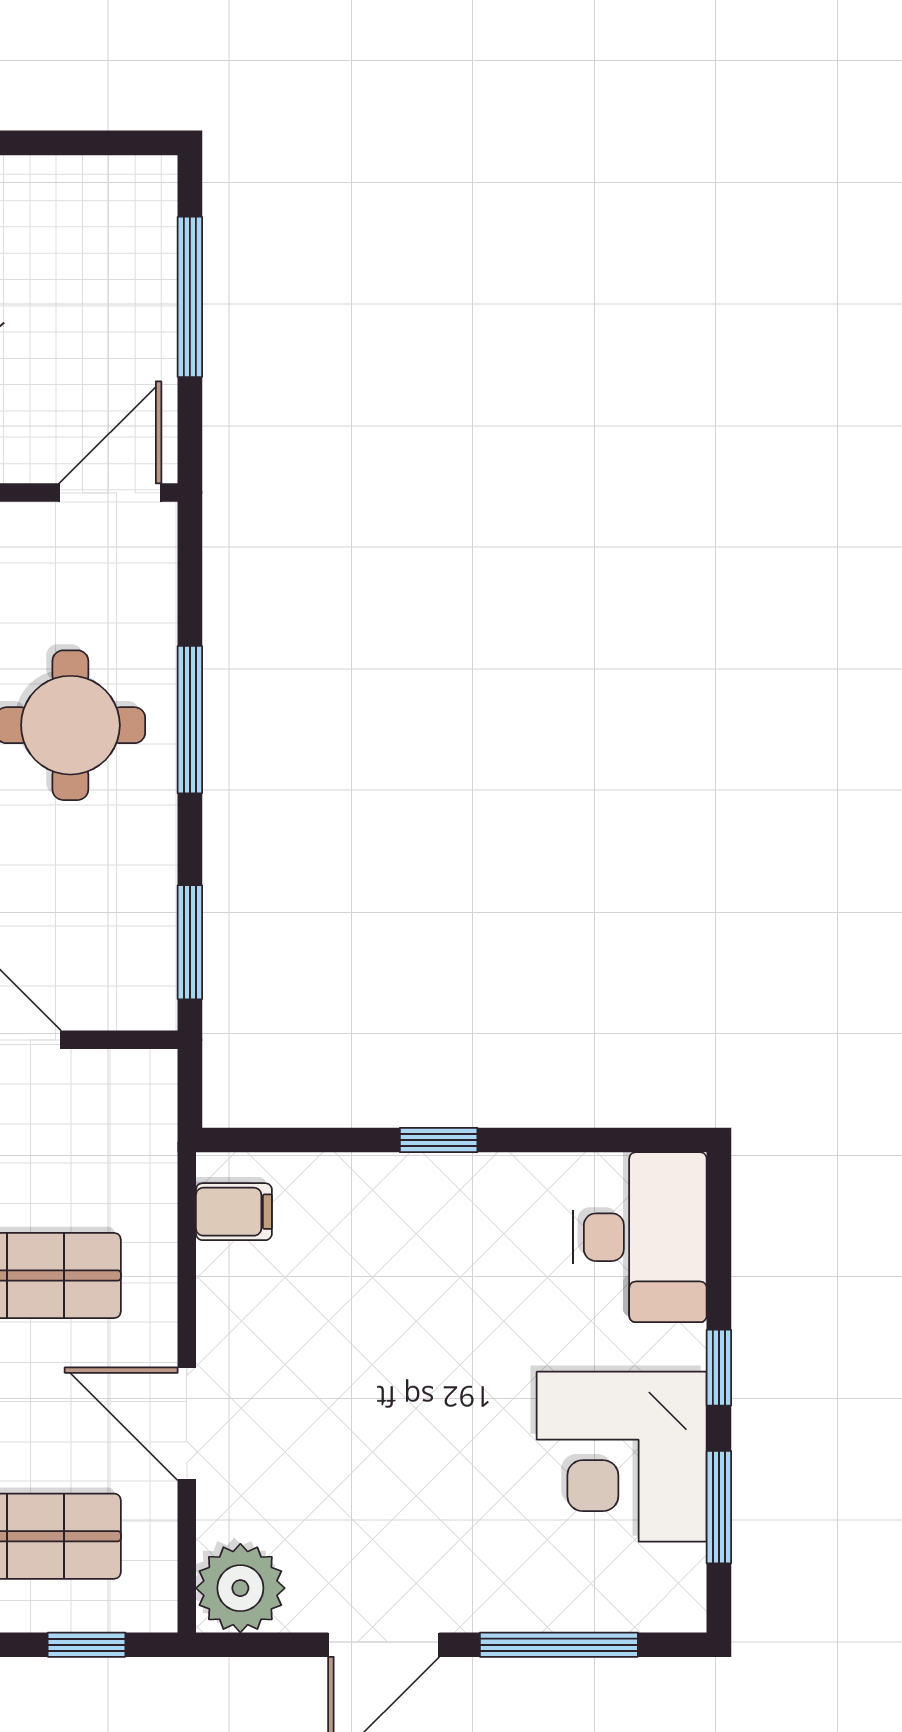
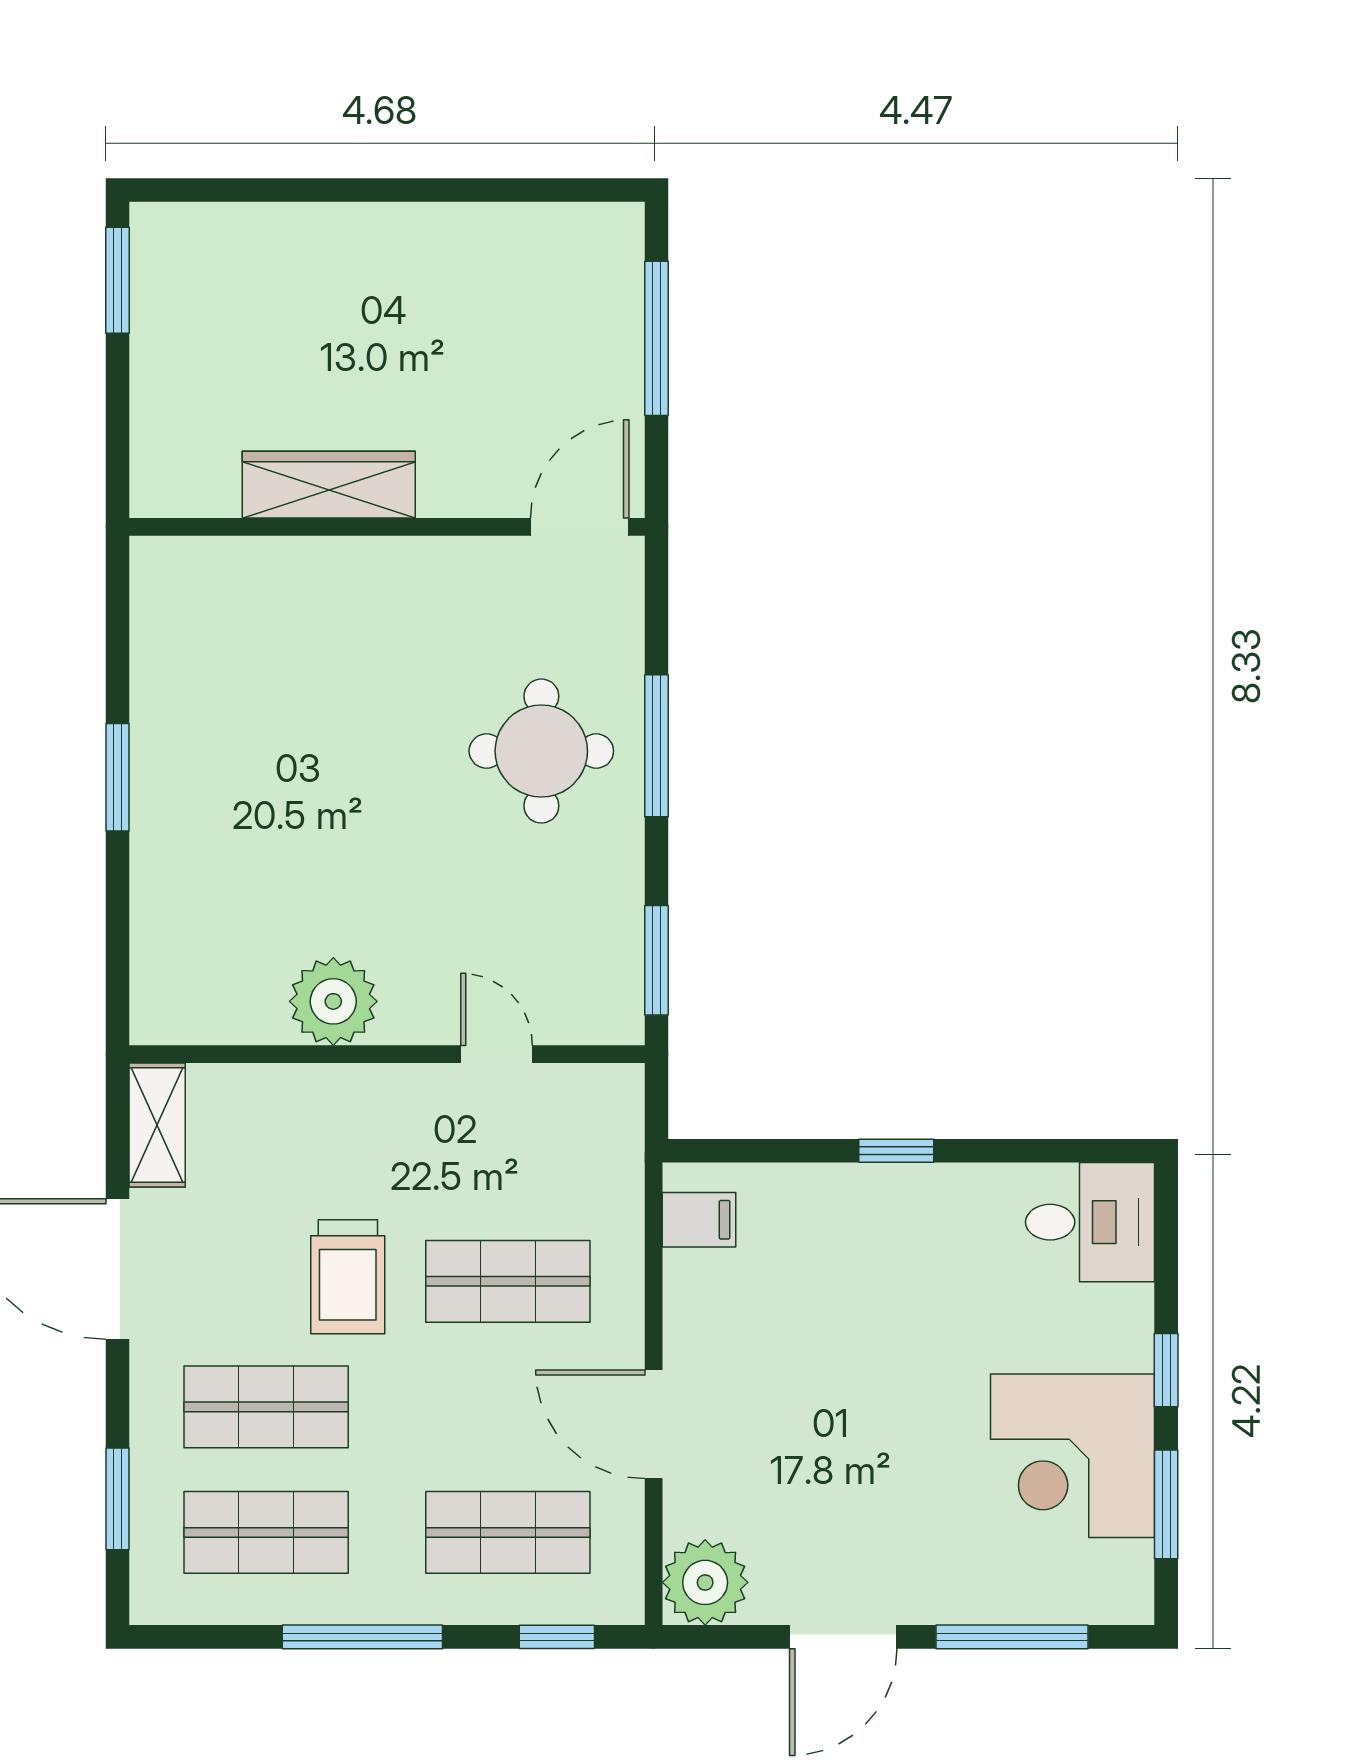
desk: (640, 1237) -> (1090, 1222), width x0.73

